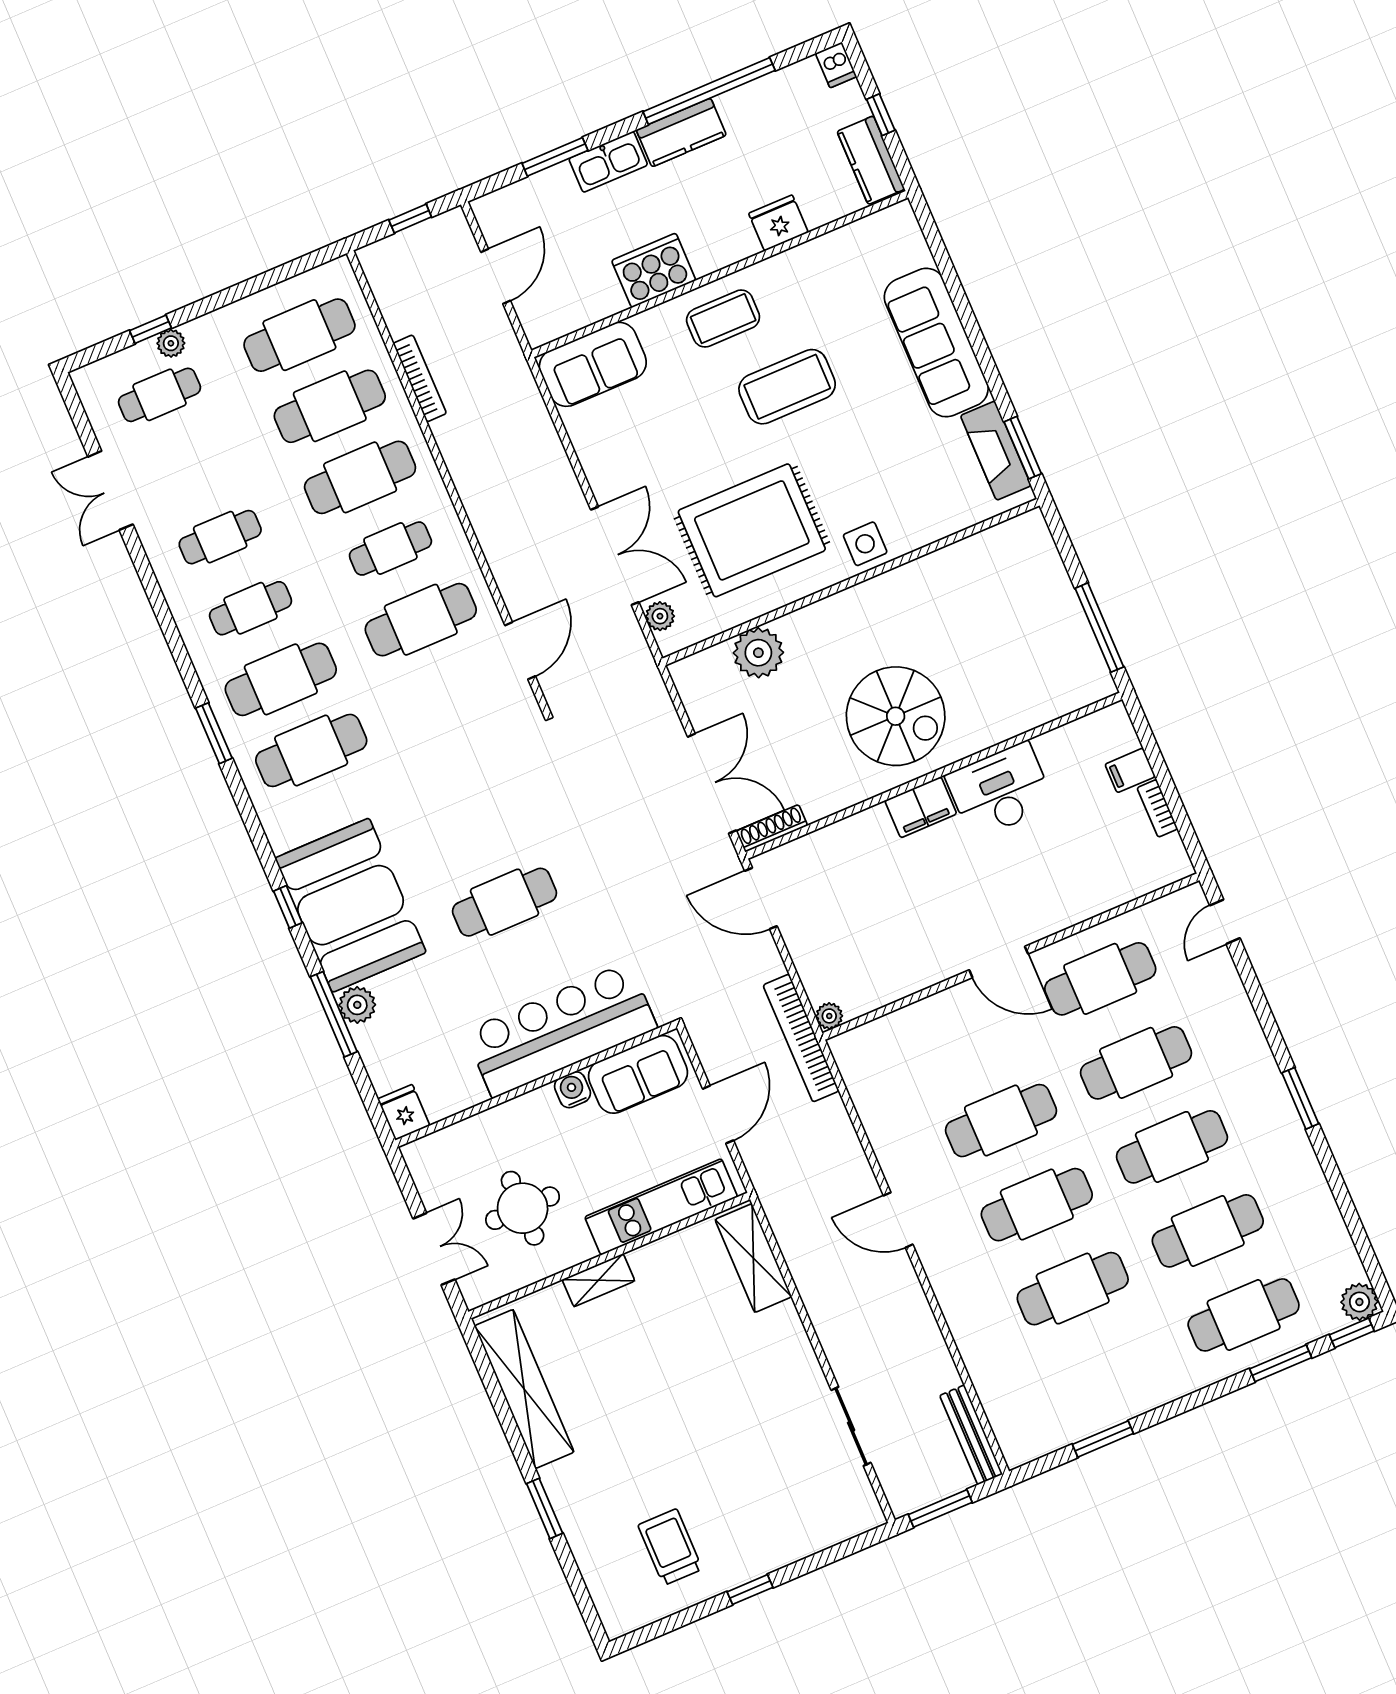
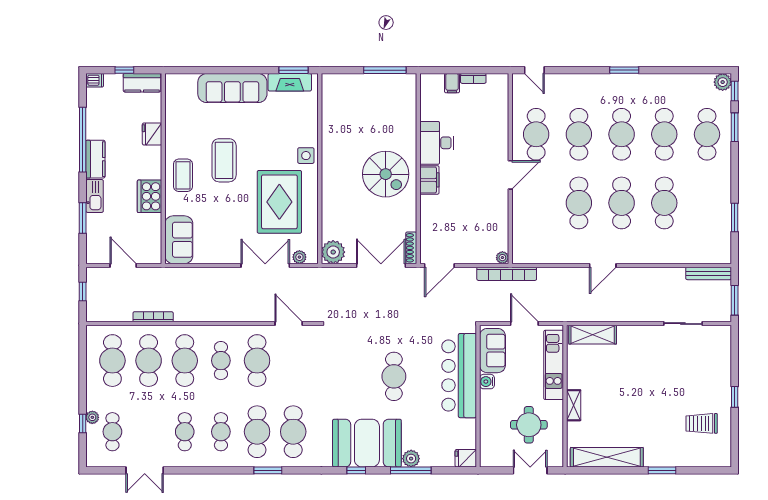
plant: (758, 653) -> (333, 252), moved
spiral stairs: (896, 716) -> (386, 174), turned 90

